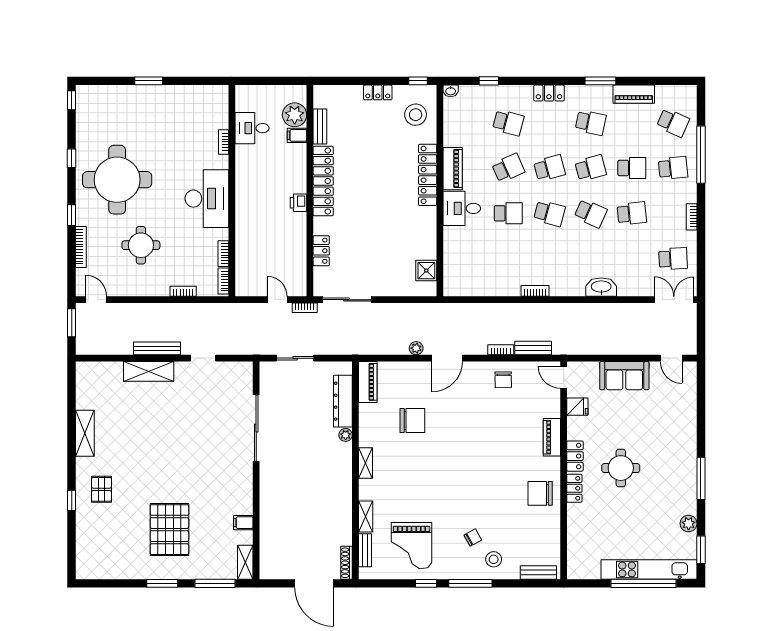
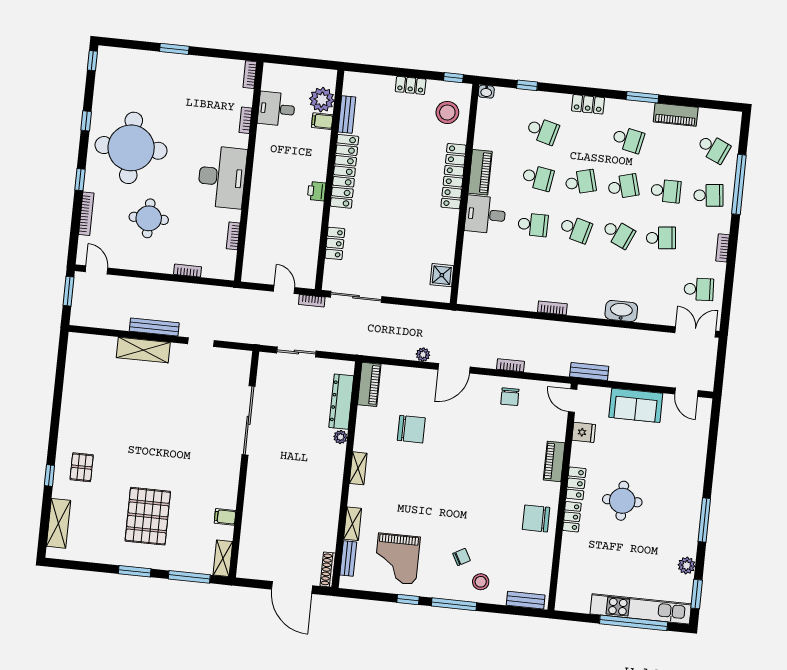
school desk: (508, 168) -> (538, 178), turned 33
bookcase: (223, 281) -> (250, 75), moved
bench: (533, 348) -> (589, 372), moved
shelving: (85, 433) -> (58, 523), moved

